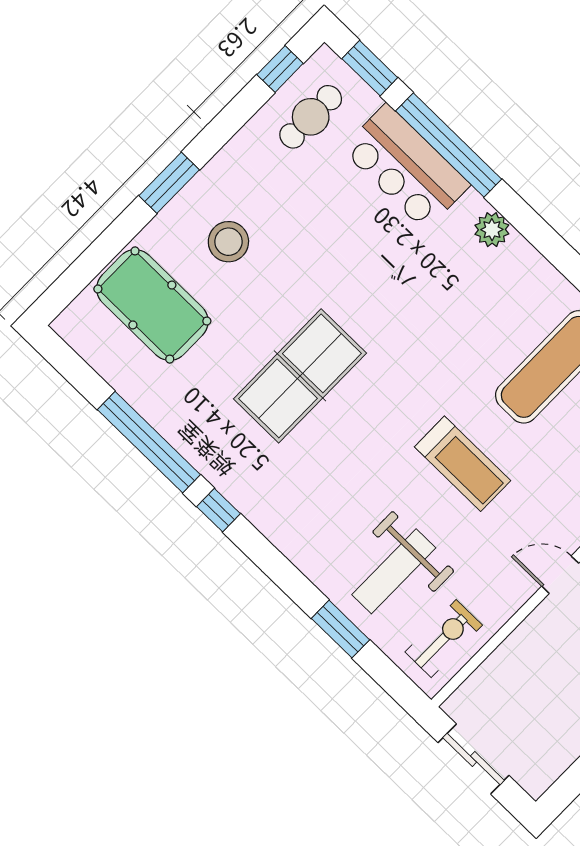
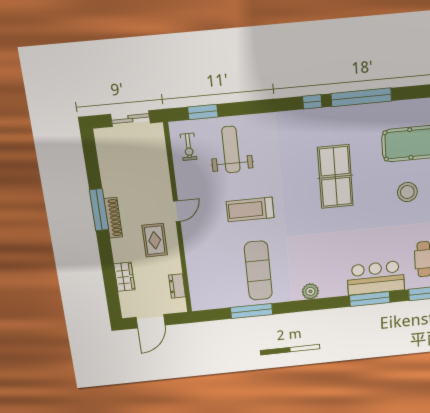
window: (449, 145) -> (370, 299), width x0.68
plant: (492, 230) -> (310, 291), moved
window: (340, 629) -> (203, 112), moved
exercise bike: (444, 638) -> (189, 147), width x0.73, depth x0.72

